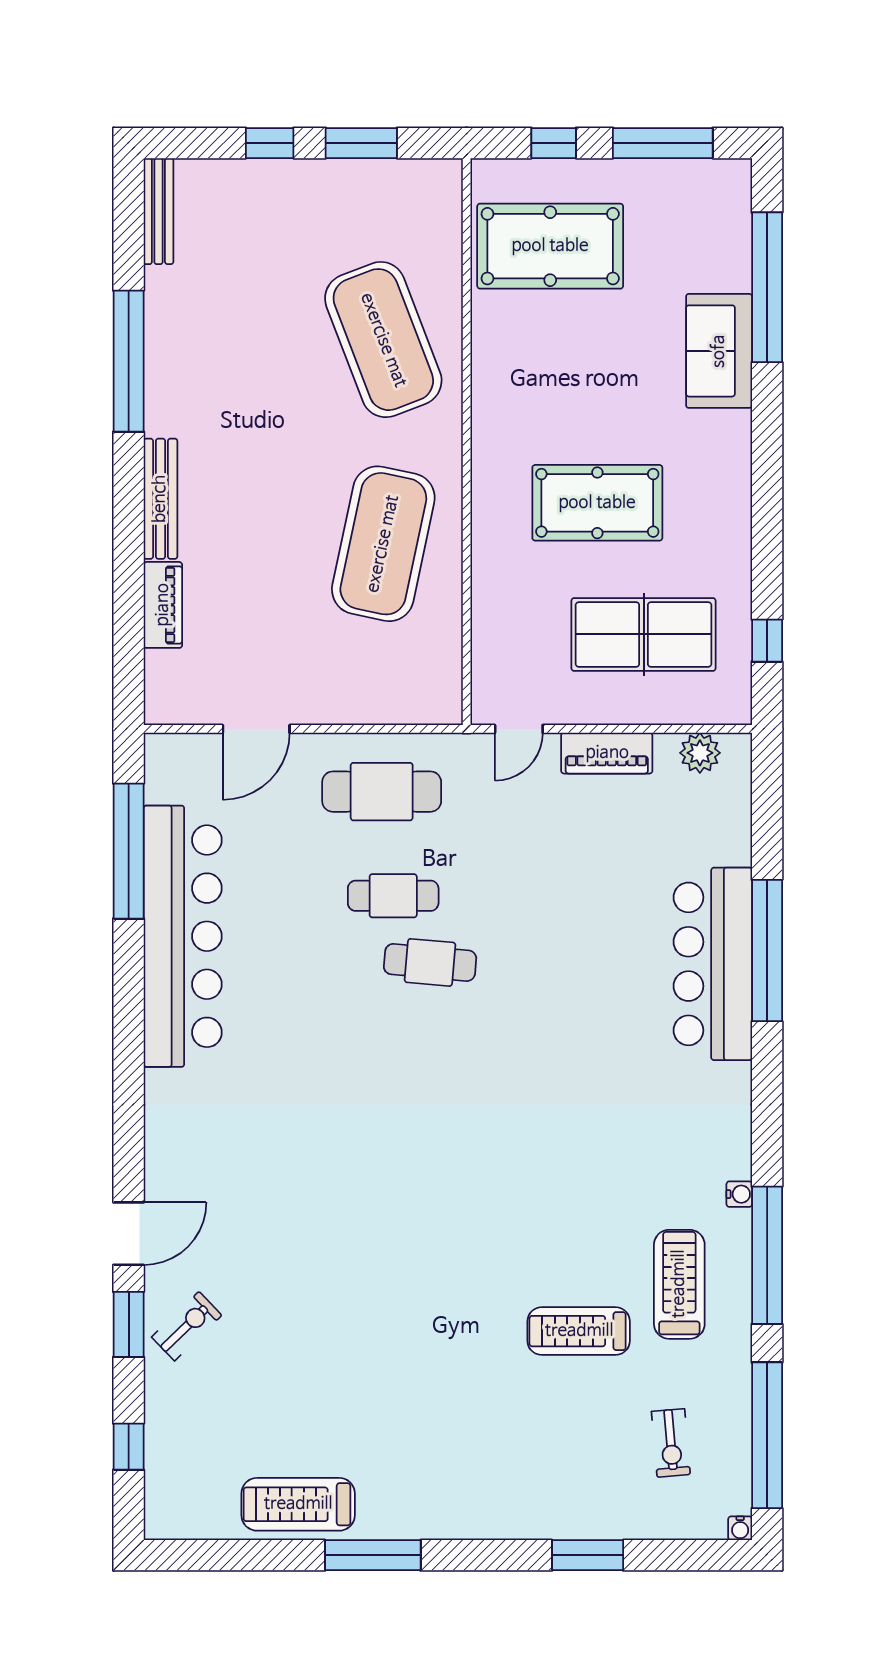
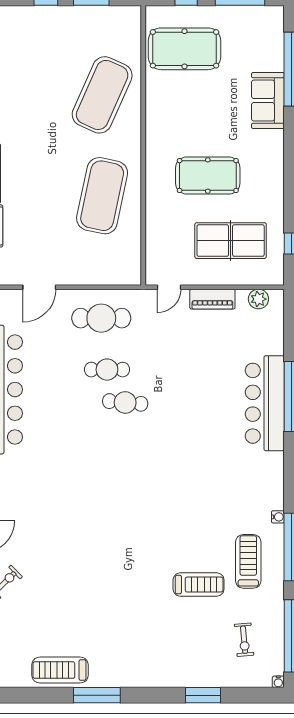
exercise mat: (383, 340) -> (102, 95), turned 45
treadmill: (579, 1331) -> (199, 585), turned 180

